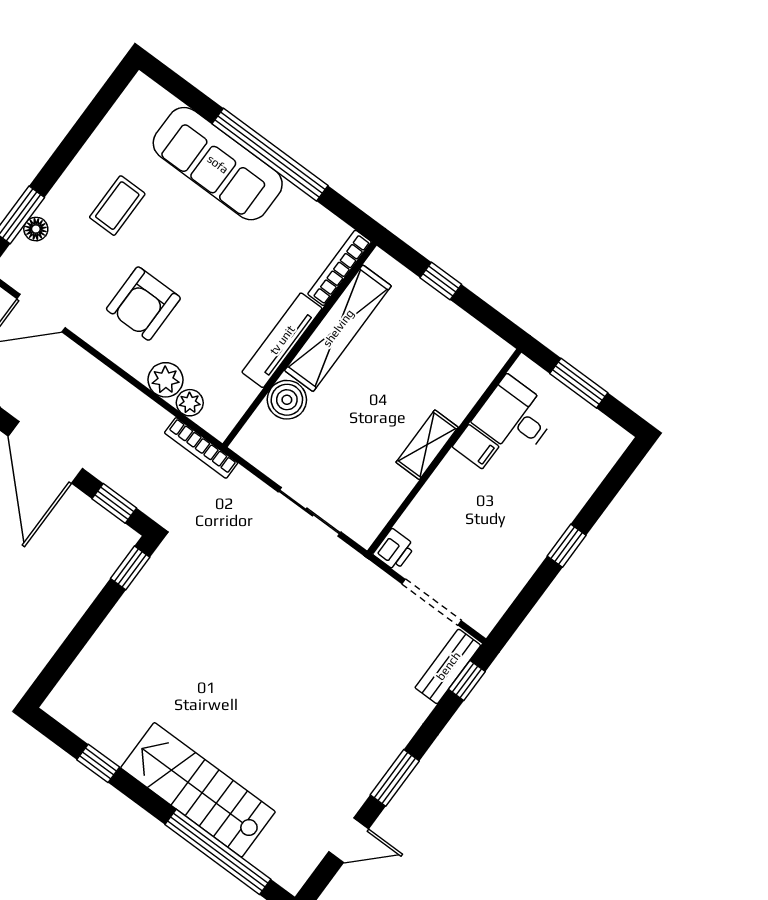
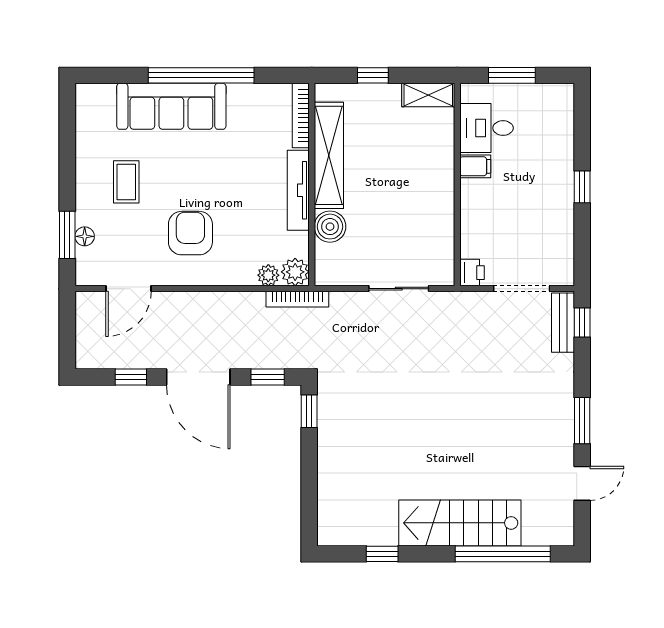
armchair: (143, 304) -> (190, 233), turned 180
plant: (166, 380) -> (295, 272), moved
shelving: (427, 445) -> (428, 95), moved, turned 90

